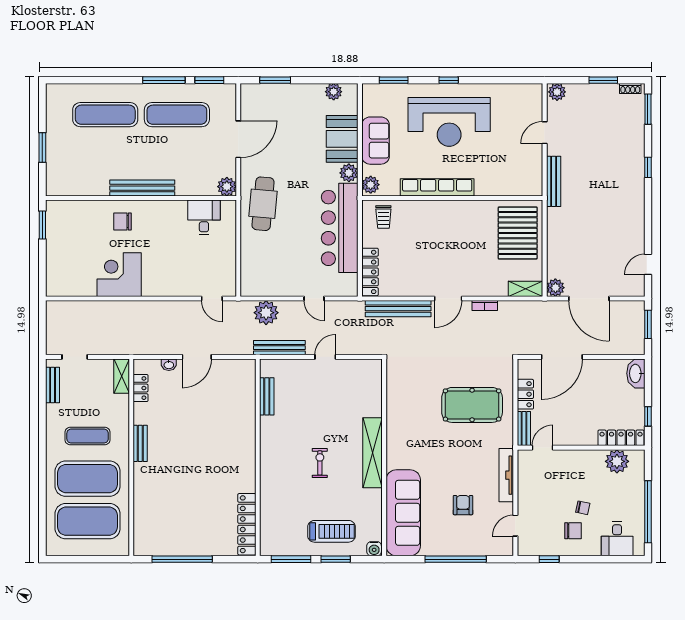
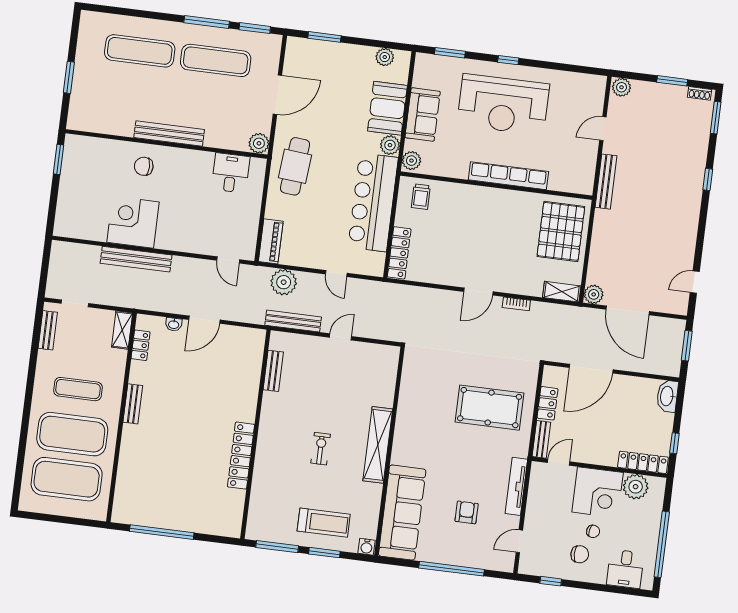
row of seats: (437, 187) -> (508, 176), moved
piano: (249, 276) -> (271, 241), added
bench: (398, 309) -> (136, 259), moved
corner desk: (582, 471) -> (598, 492), added
locker: (247, 524) -> (241, 456), moved

